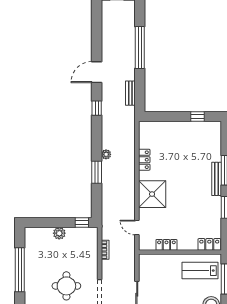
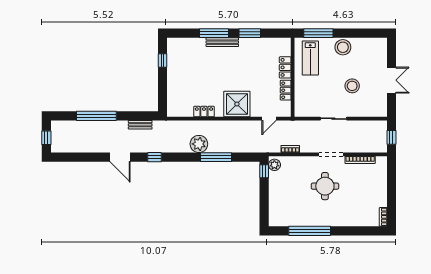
plant: (106, 154) -> (199, 144), width x1.88, depth x1.88
window: (97, 172) -> (216, 157), width x1.44
plant: (59, 233) -> (274, 165), moved
locker: (209, 244) -> (285, 67), moved

